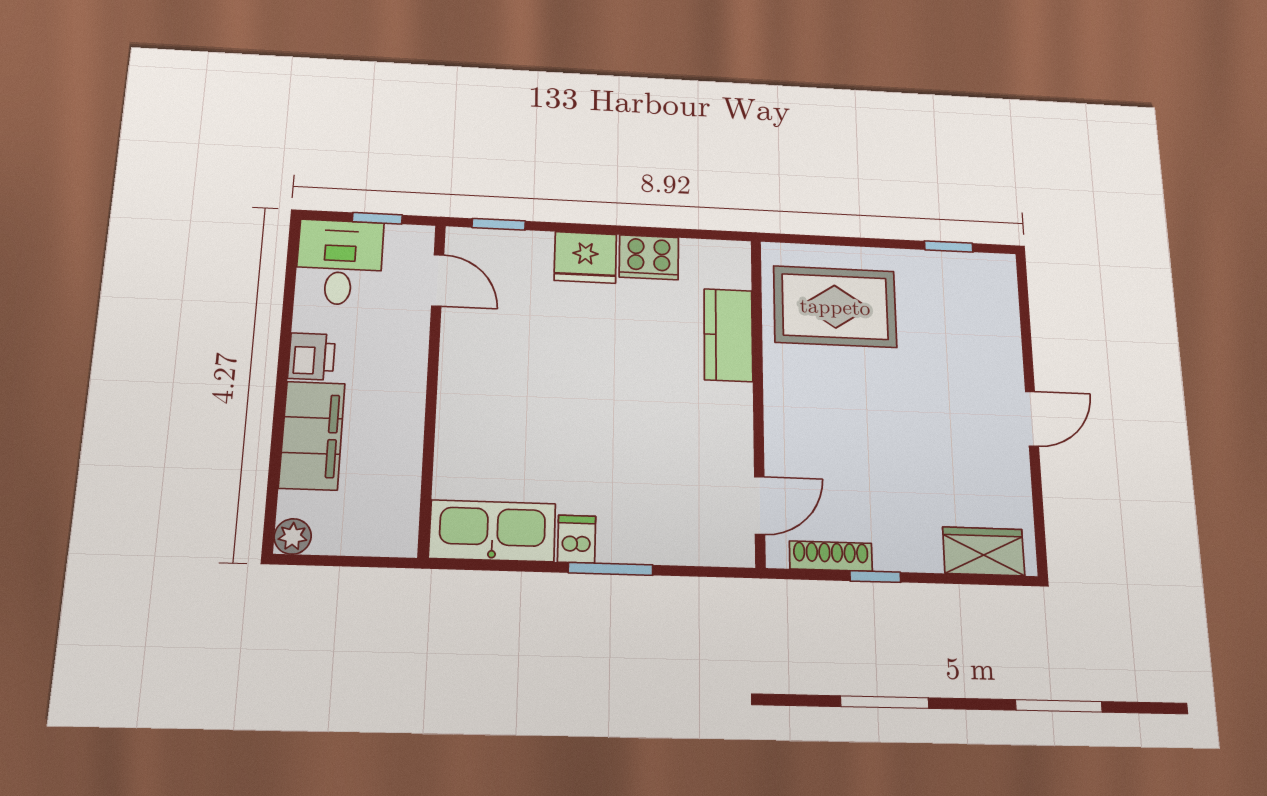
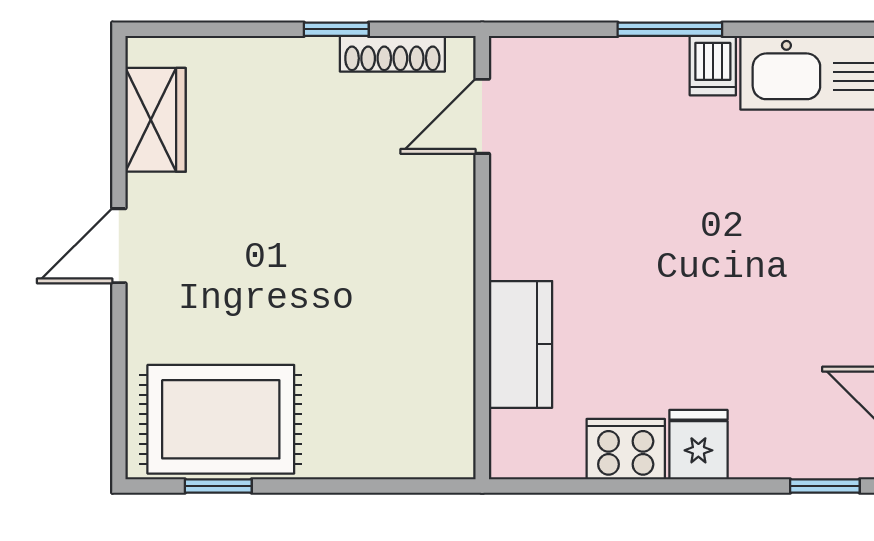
fridge: (585, 257) -> (698, 445), width x0.72
rug: (835, 307) -> (221, 419), moved
wardrobe: (984, 551) -> (156, 120), moved, turned -90

